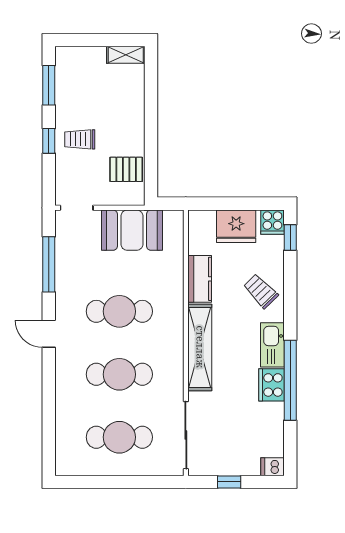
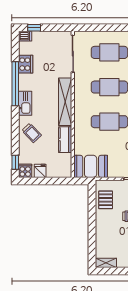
pallet: (126, 169) -> (106, 200), turned 90
fridge: (236, 226) -> (40, 171), width x0.53, depth x0.75
booth: (132, 230) -> (91, 166), moved
cooker: (271, 385) -> (26, 64), moved
window: (229, 482) -> (34, 28), moved

